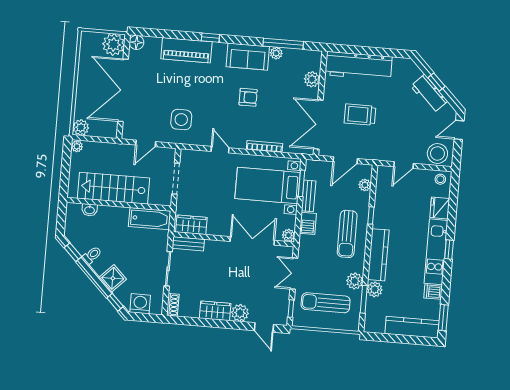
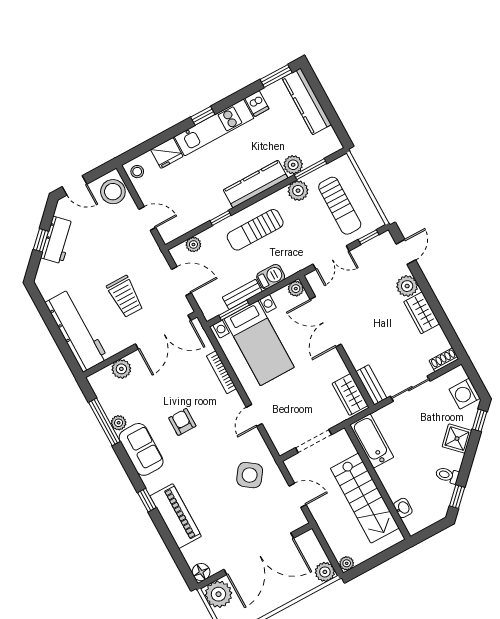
side table: (181, 120) -> (250, 475), turned 36
sun lounger: (347, 234) -> (255, 230), turned 180

